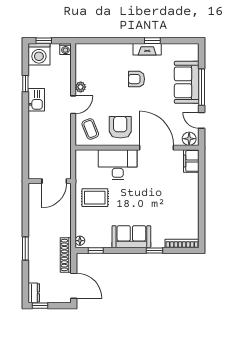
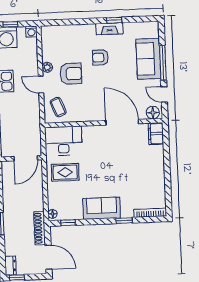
door: (73, 105) -> (41, 85), swing flipped
armchair: (120, 127) -> (71, 74), moved, turned 90
desk: (118, 165) -> (63, 141), moved

